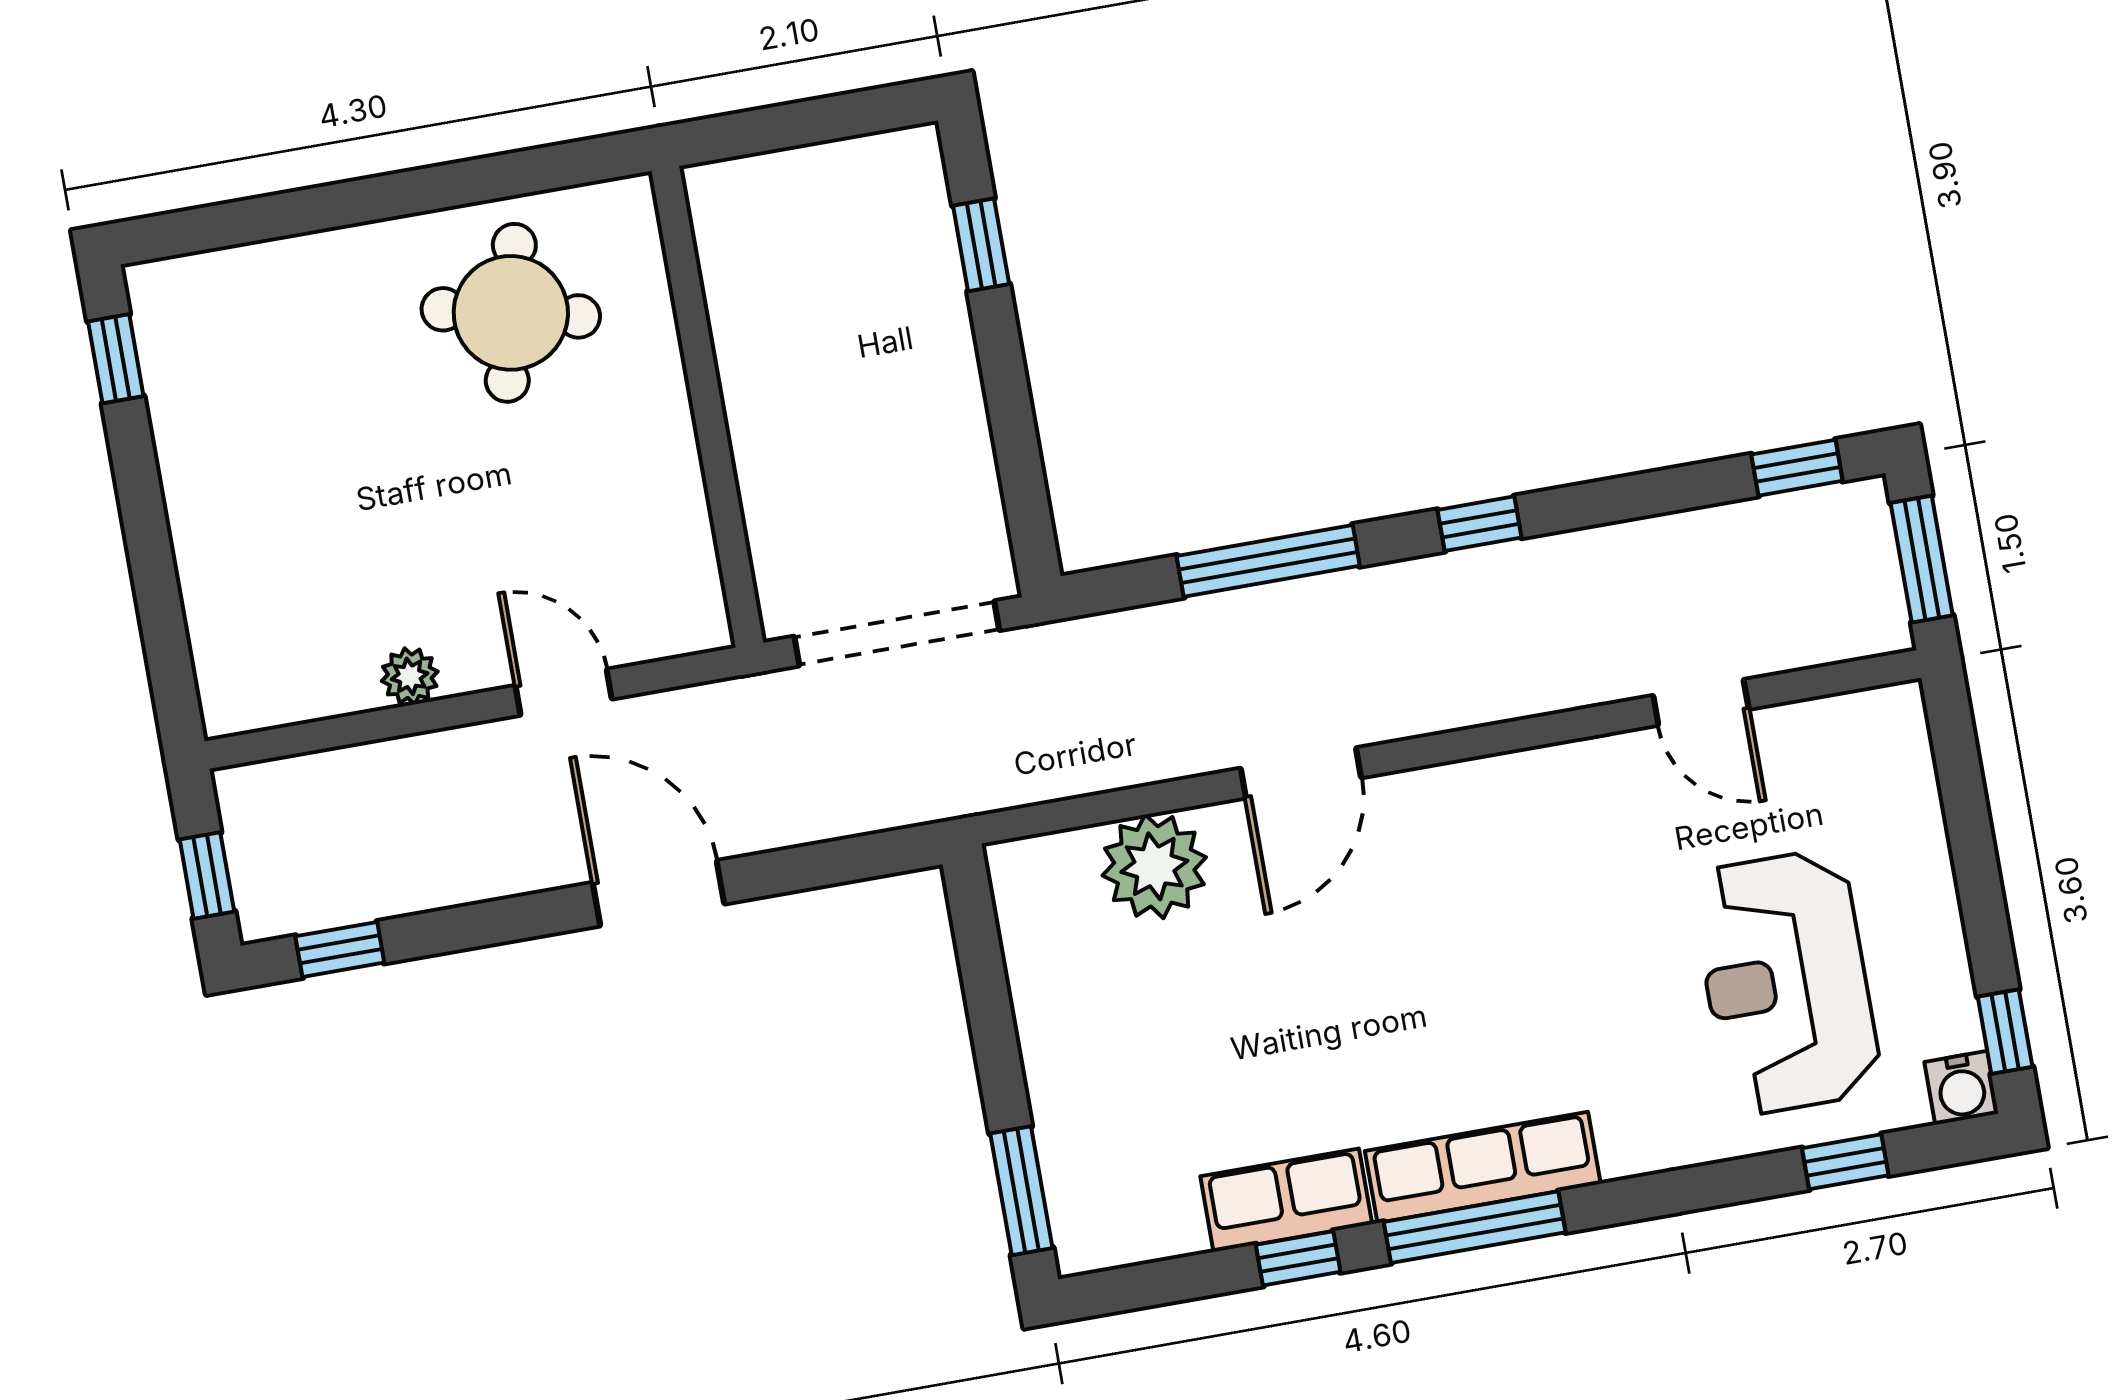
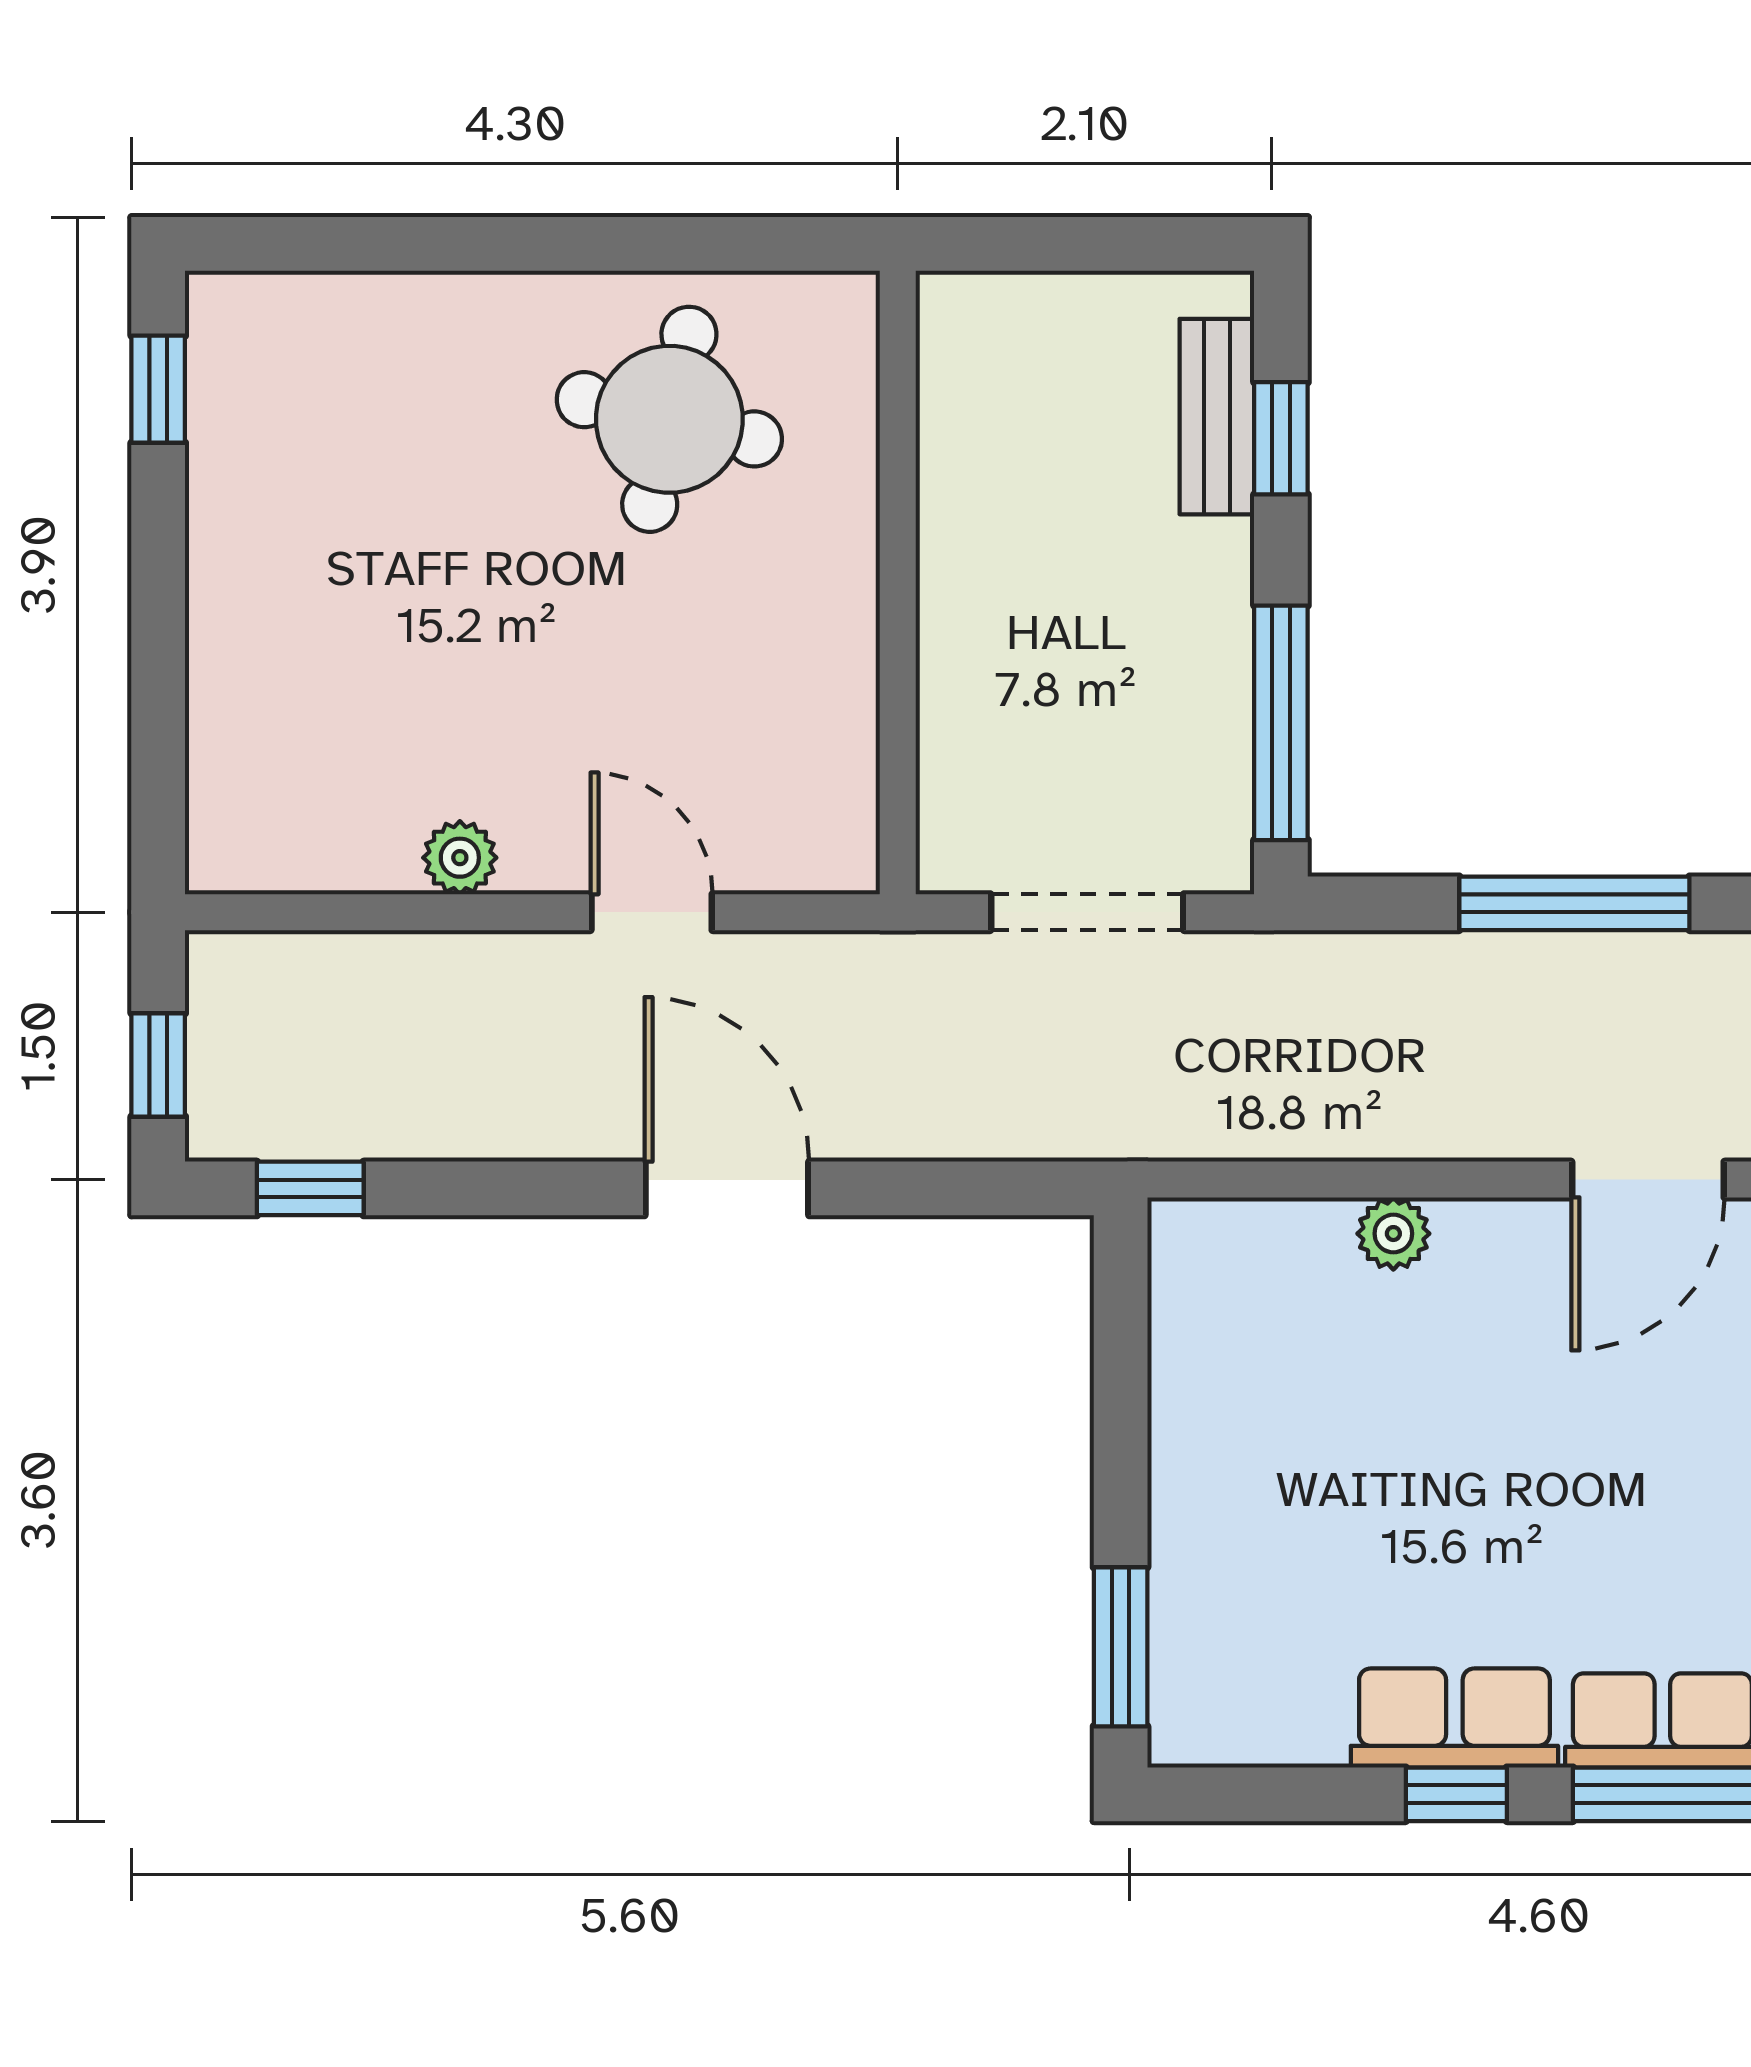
bench: (929, 237) -> (1217, 417), added
window: (1019, 462) -> (1281, 723), added
doorway: (897, 633) -> (1087, 912), width x0.73
door: (1301, 773) -> (1648, 1180), moved
plant: (1154, 866) -> (1393, 1234), width x0.53, depth x0.53

